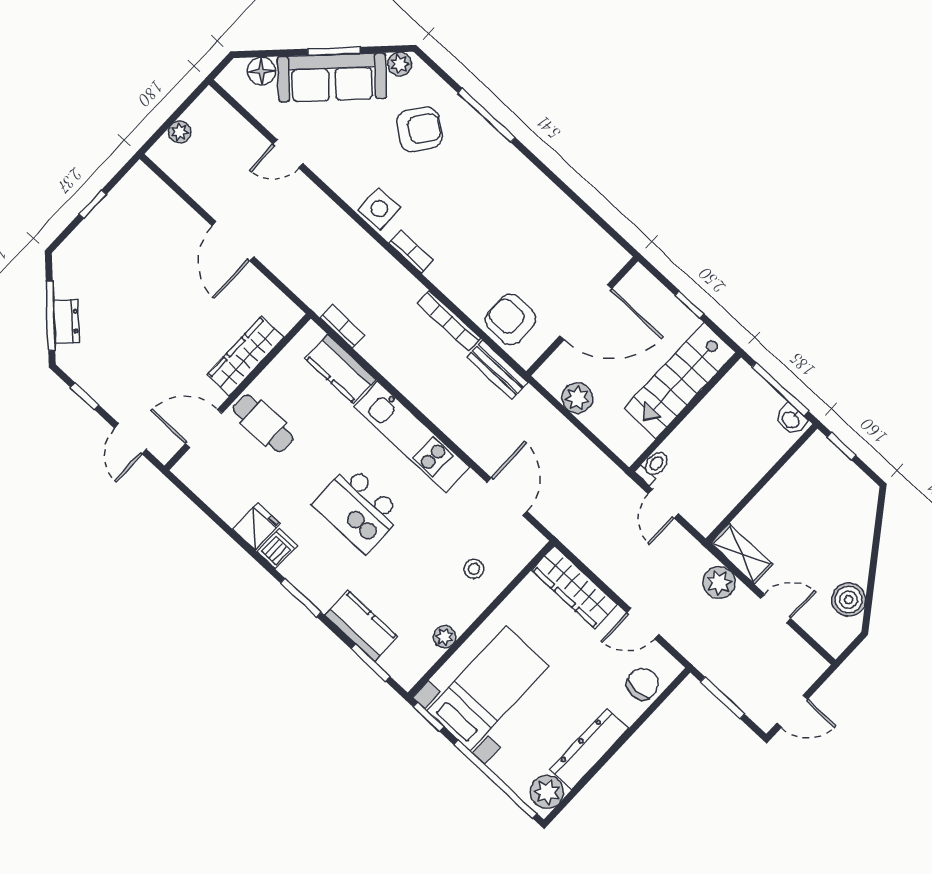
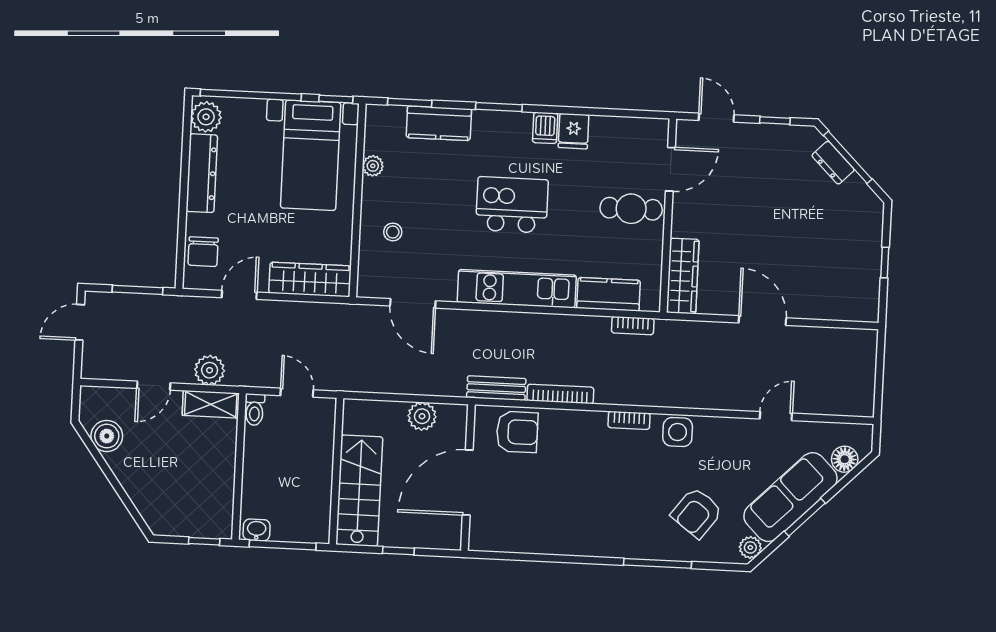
plant: (180, 132) -> (866, 366), removed
wardrobe: (245, 356) -> (683, 276), moved
toilet: (653, 467) -> (255, 410), moved

